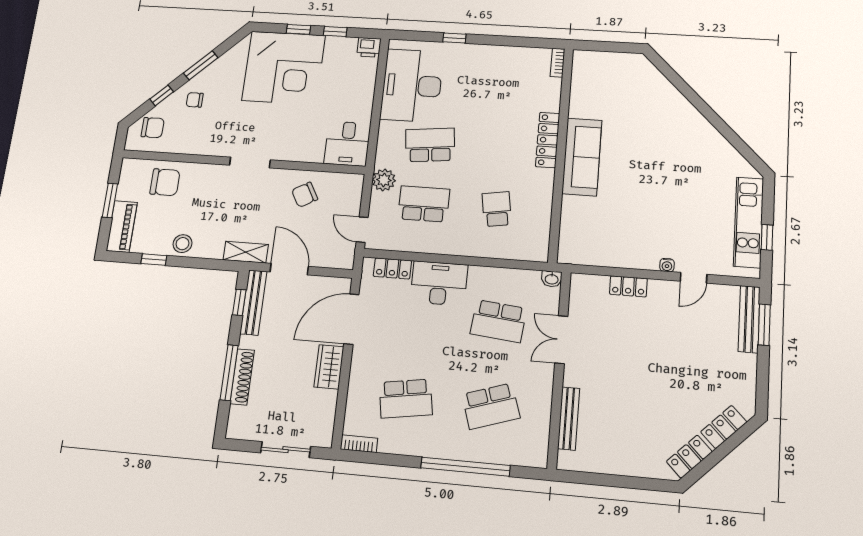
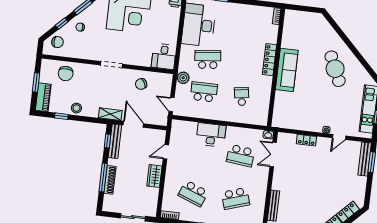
cafe table: (676, 150) -> (335, 69), added
chair: (165, 182) -> (66, 74), turned 90
locker: (392, 268) -> (187, 126), removed
door: (351, 319) -> (166, 152), width x0.53
double door: (561, 340) -> (273, 155), moved
school desk: (406, 399) -> (193, 193), turned 30

